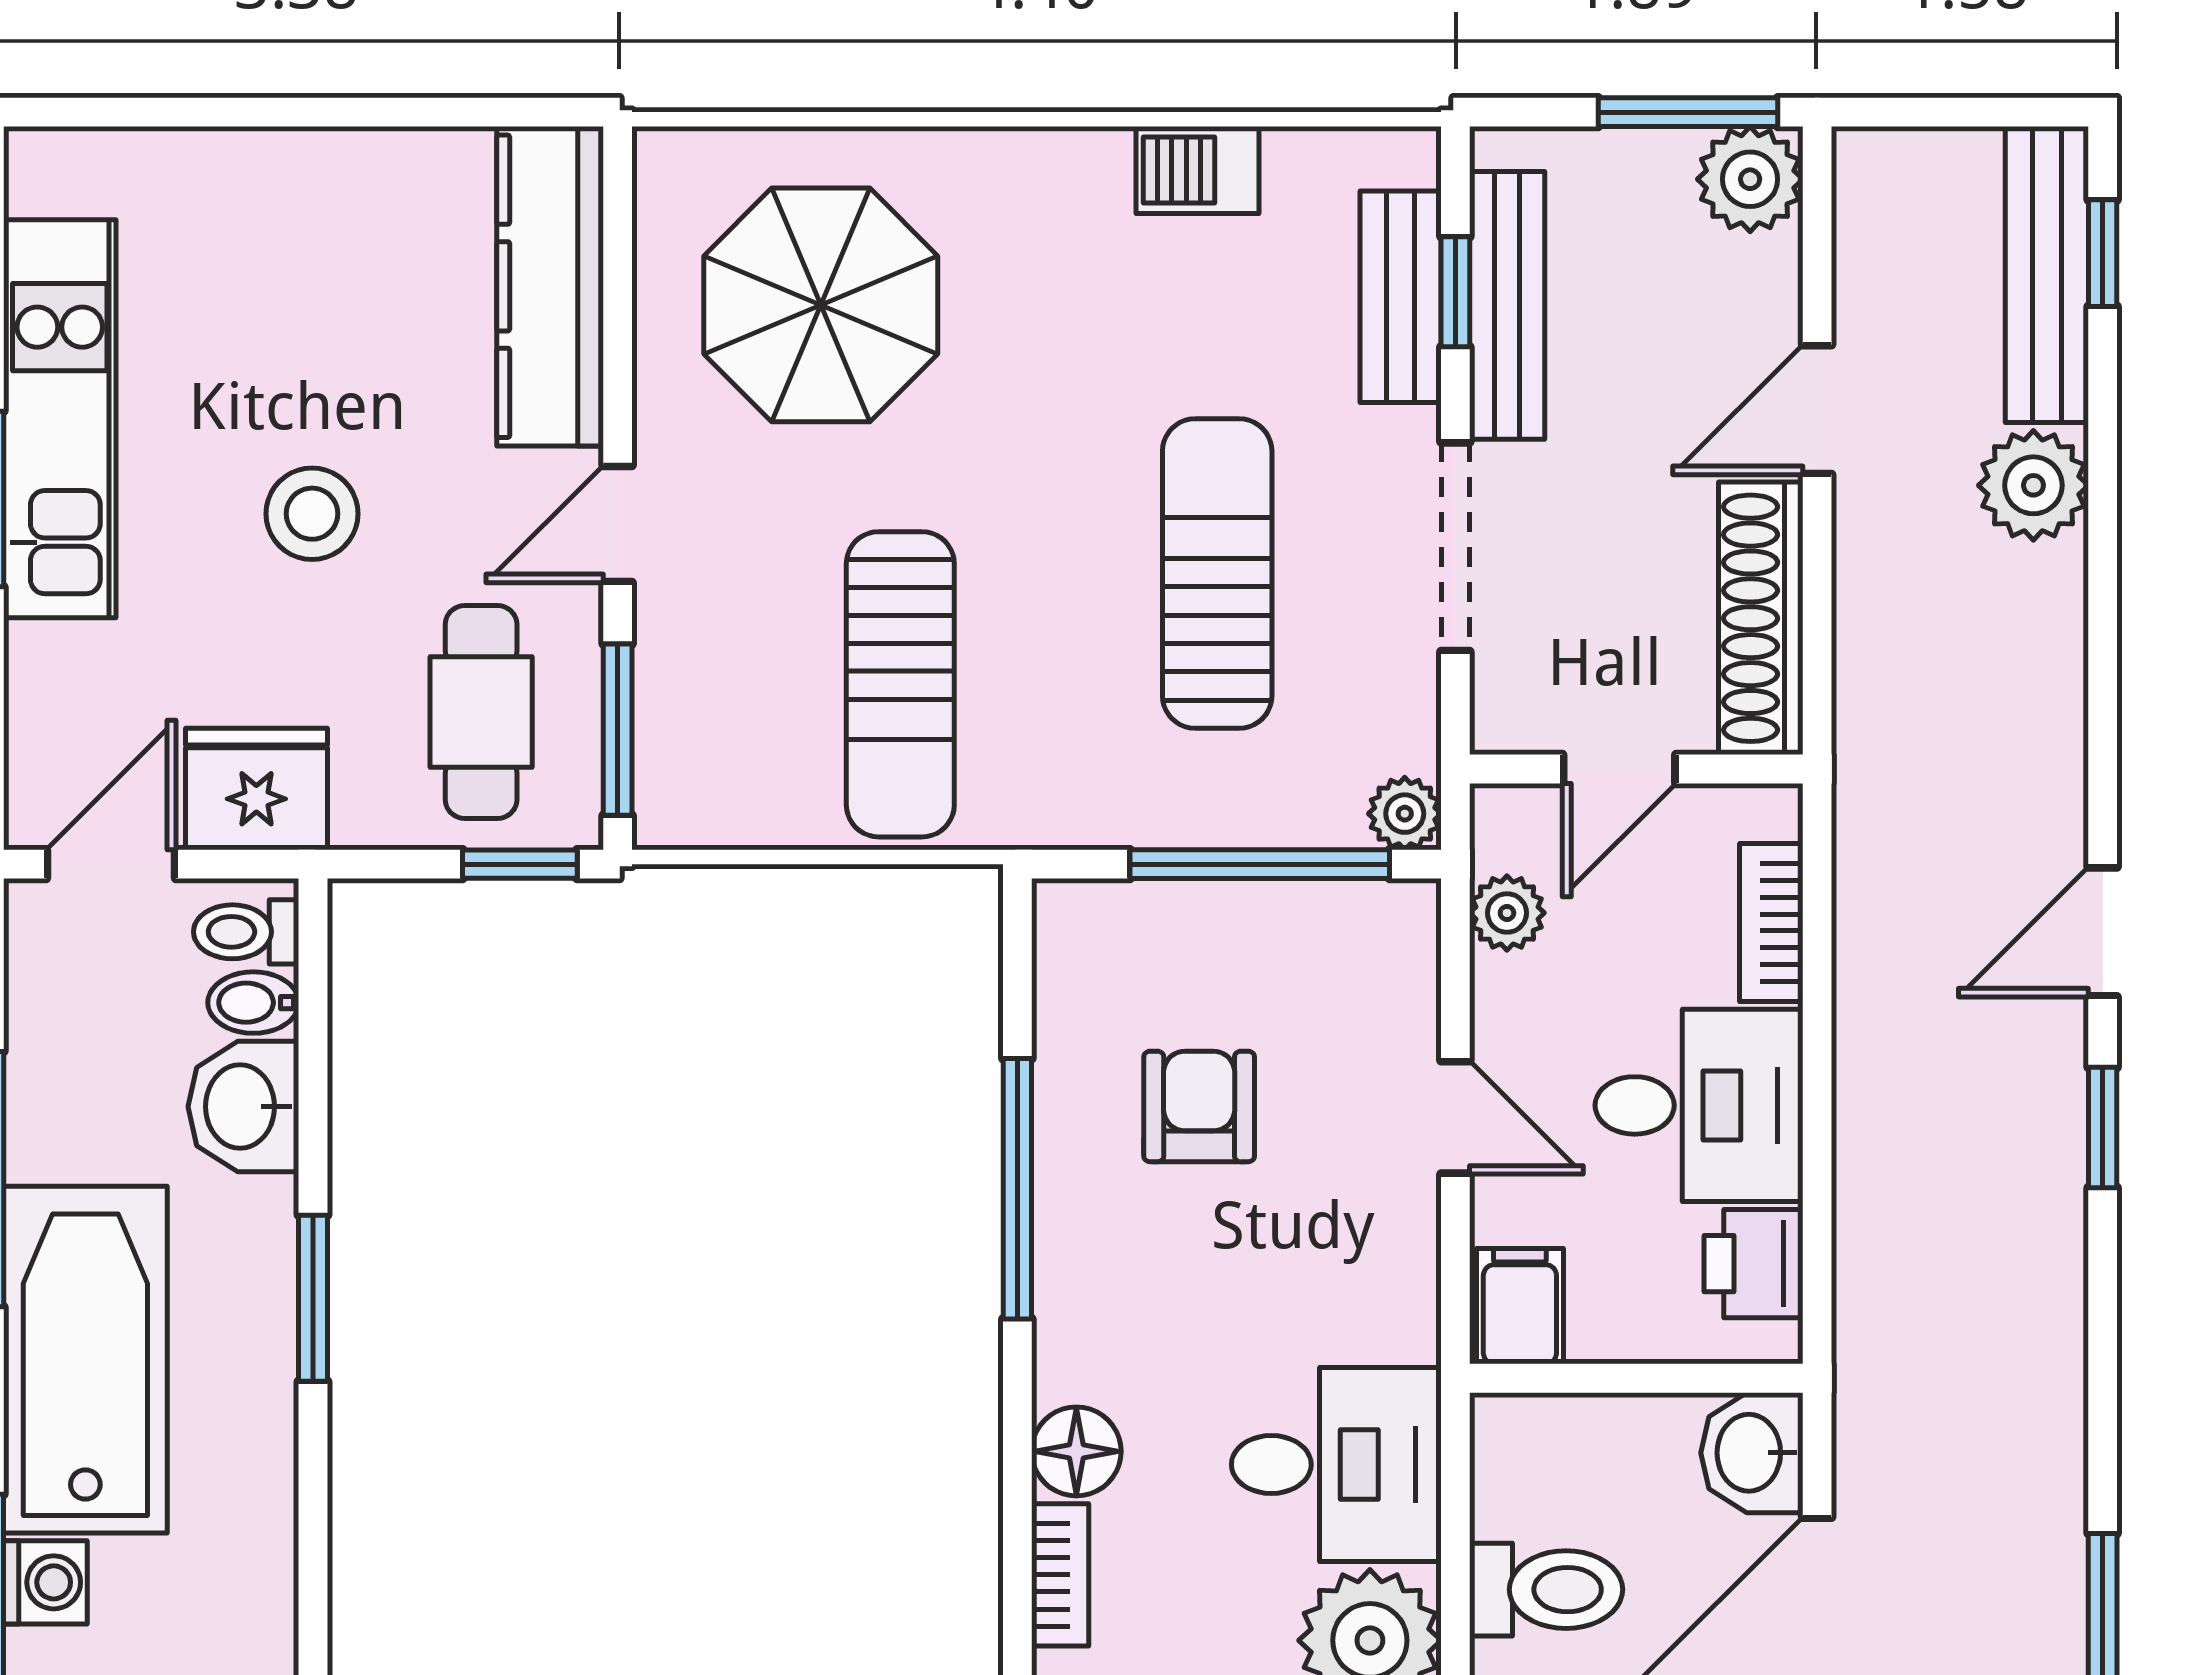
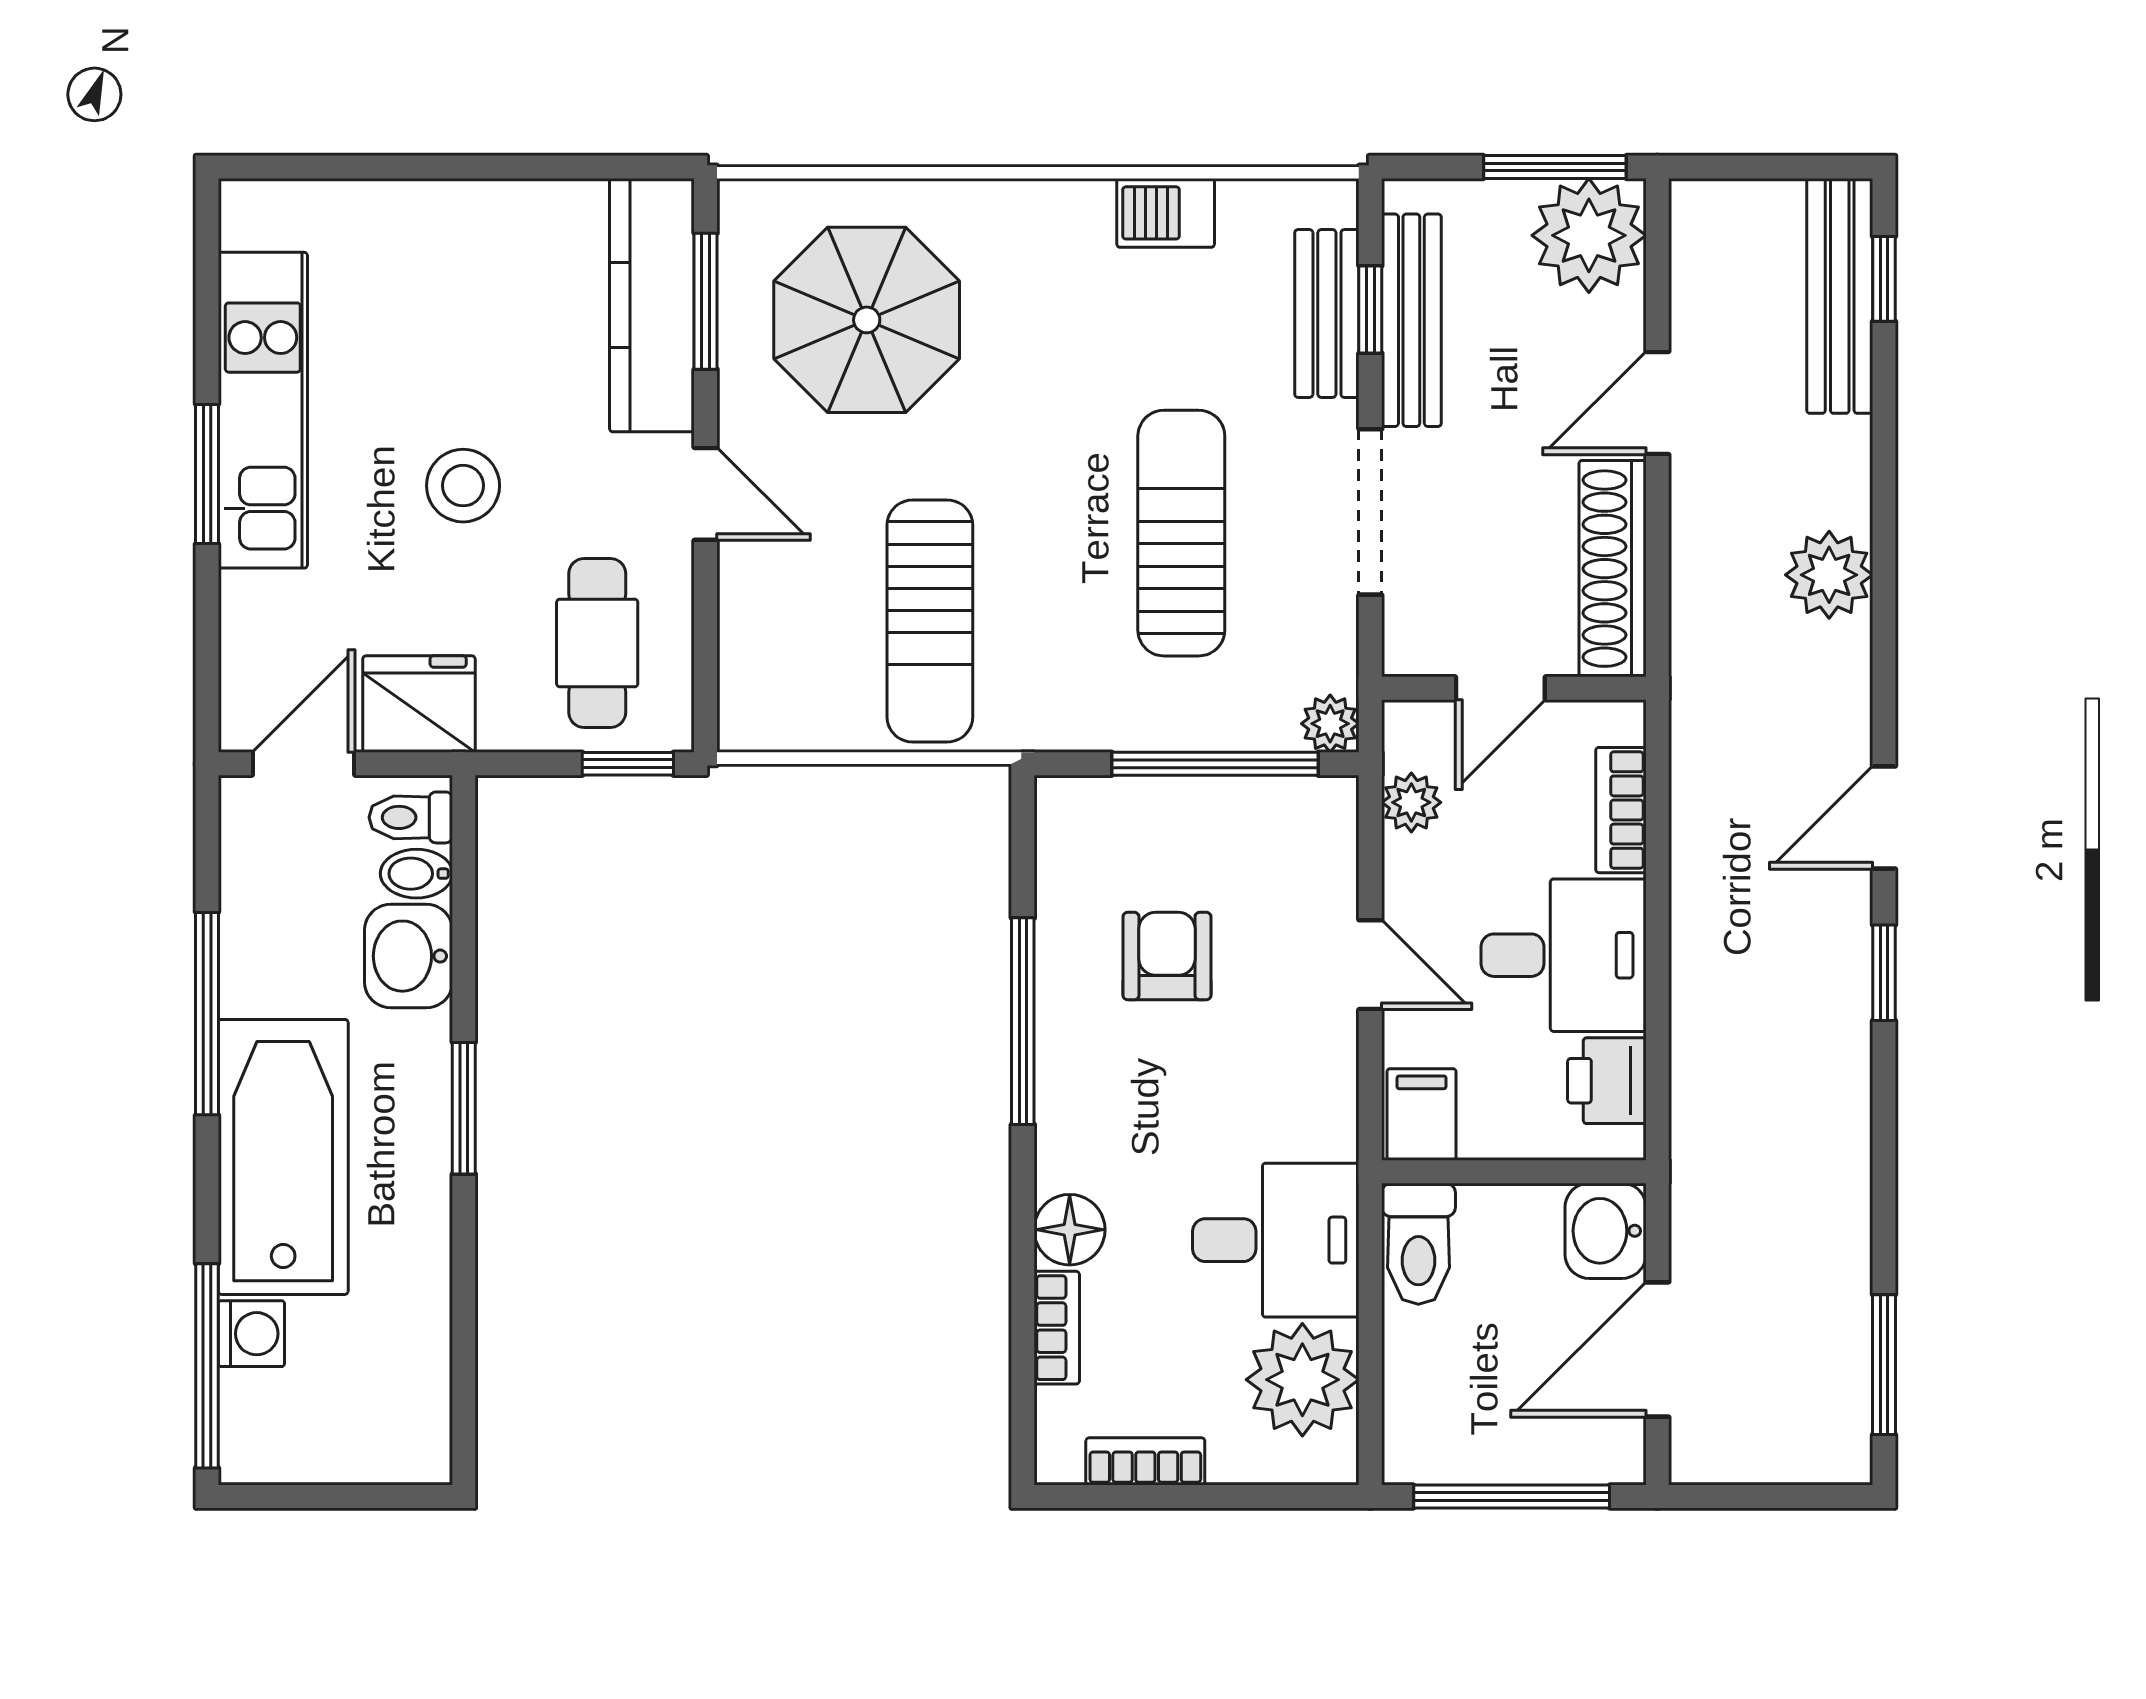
plant: (1750, 179) -> (1589, 235), width x1.36, depth x1.36
plant: (2033, 485) -> (1829, 575), moved
door: (618, 524) -> (706, 494), swing flipped
window: (618, 730) -> (706, 301), moved
toilet: (1546, 1590) -> (1418, 1244), moved, turned 90

